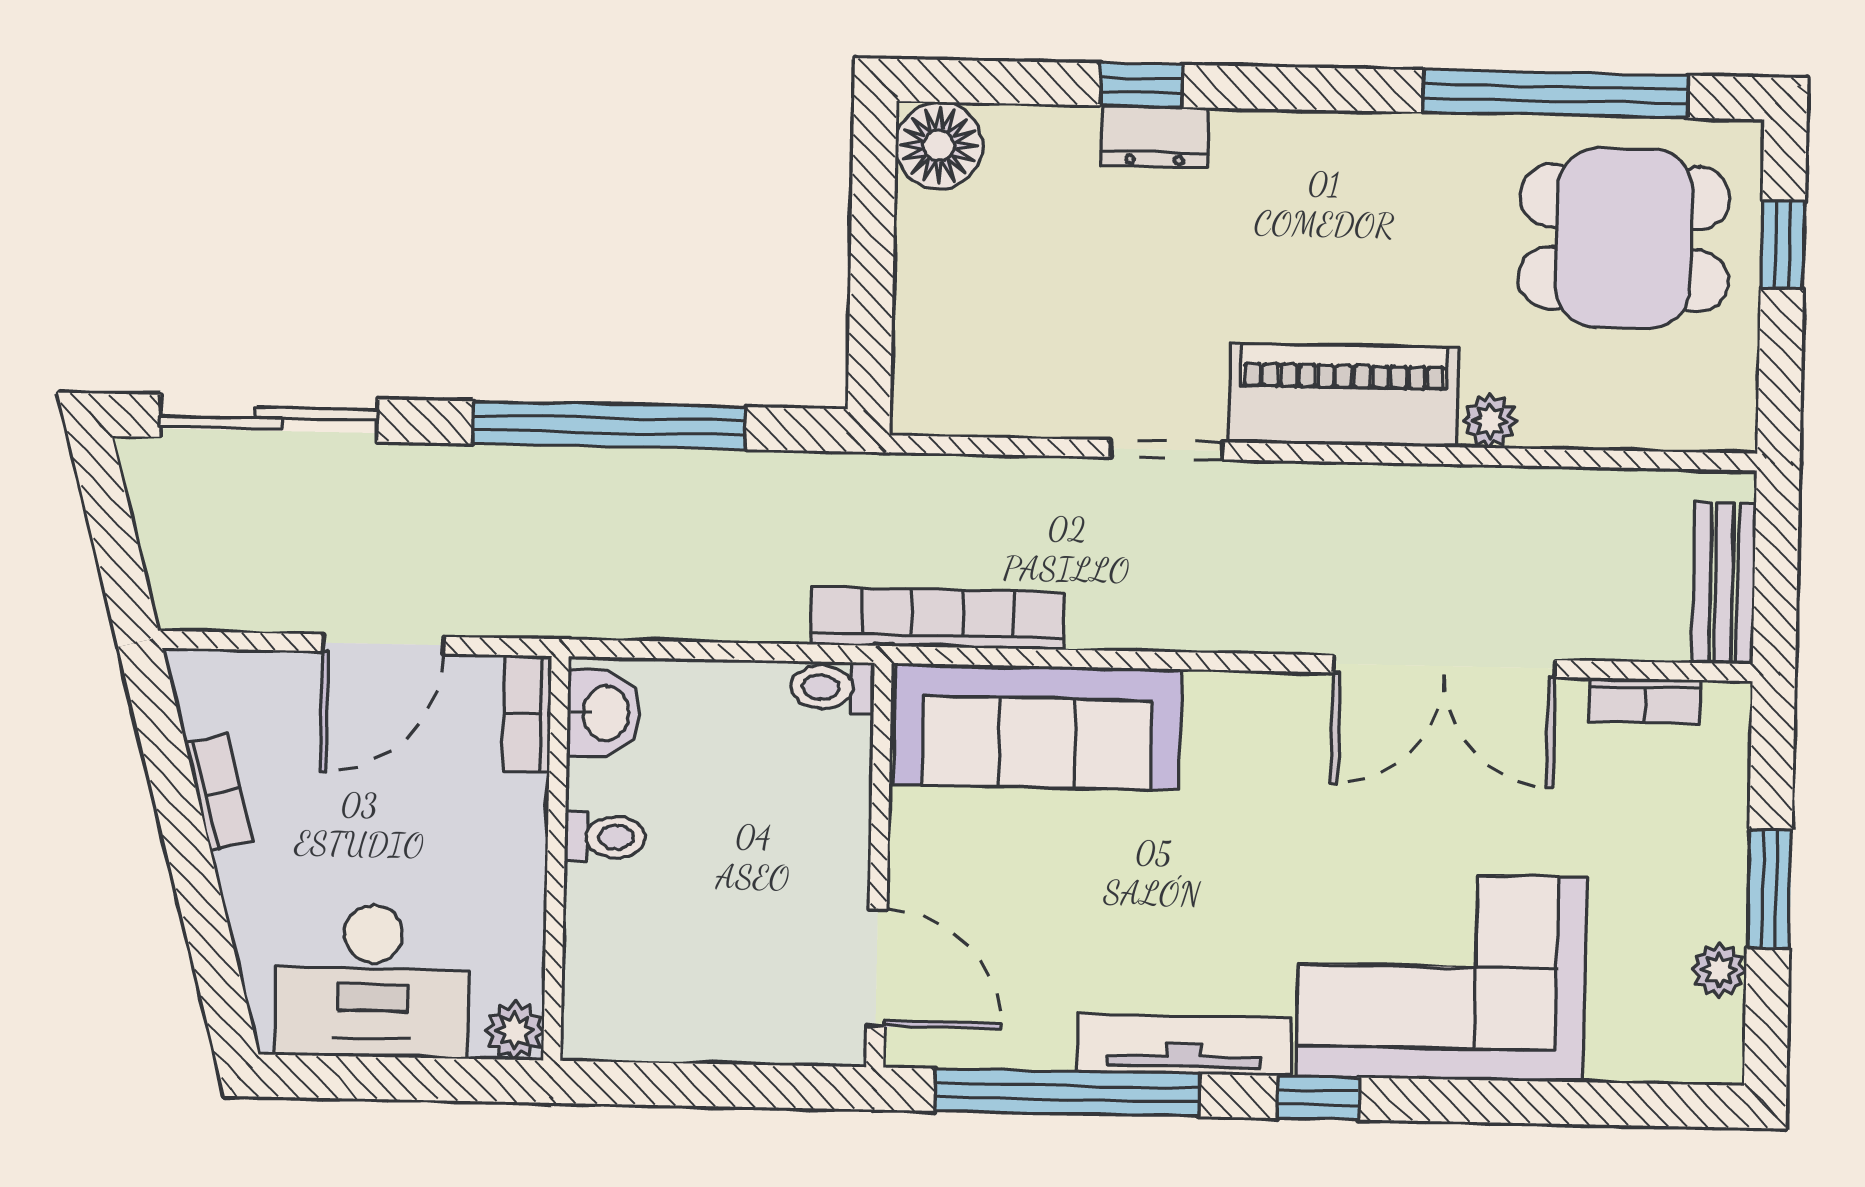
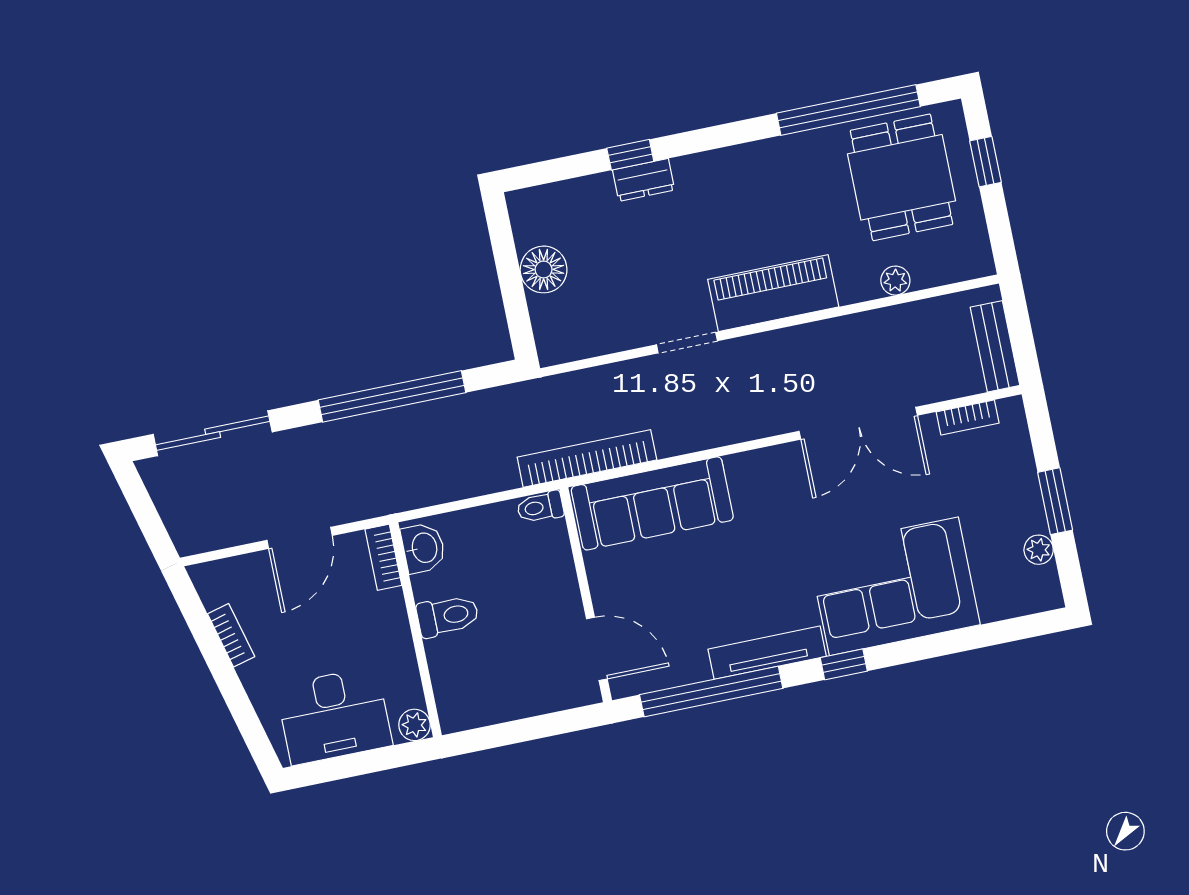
floor lamp: (939, 146) -> (544, 269), moved
dining table: (1624, 238) -> (902, 177), turned 90
plant: (1490, 421) -> (895, 281), moved
toilet: (605, 837) -> (448, 616), width x1.37, depth x1.39

